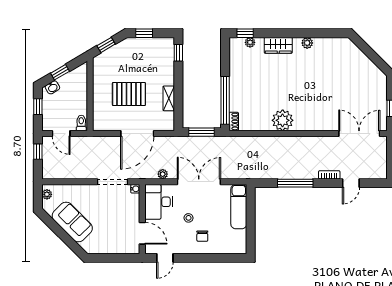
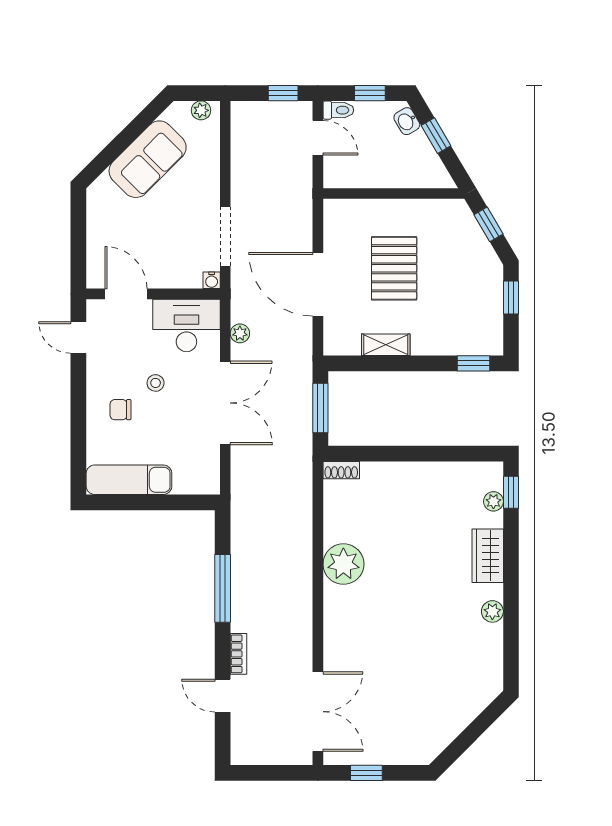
window: (225, 100) -> (382, 454), removed
toilet: (81, 123) -> (338, 110), moved
door: (61, 134) -> (318, 138), swing flipped
exam couch: (239, 207) -> (129, 480), moved
door: (142, 233) -> (126, 294), swing flipped

